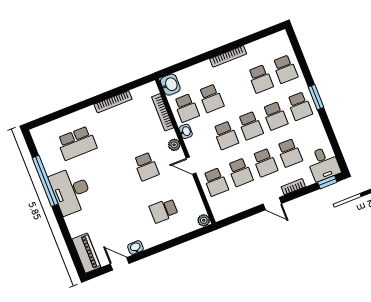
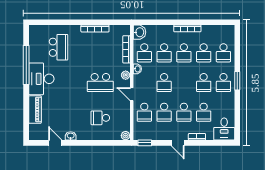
school desk: (250, 126) -> (184, 53), moved
school desk: (77, 143) -> (58, 47), turned -90
school desk: (146, 167) -> (100, 83), width x1.85
window: (327, 182) -> (145, 143), moved
piano: (86, 253) -> (35, 110), moved

